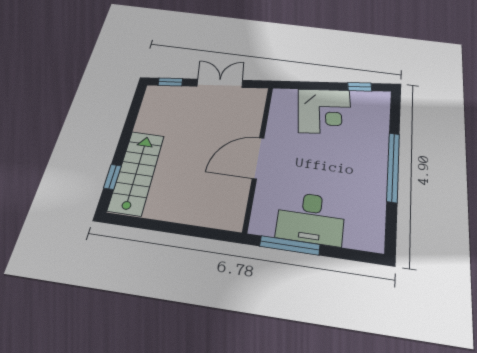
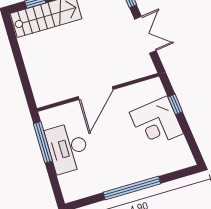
window: (360, 87) -> (175, 104), moved
door: (258, 158) -> (96, 93), swing flipped

